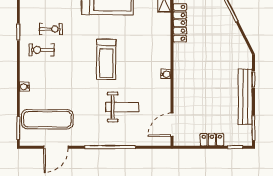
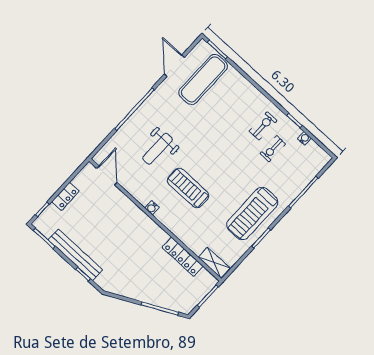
treadmill: (106, 59) -> (188, 188), moved
water cooler: (24, 87) -> (304, 138), moved

